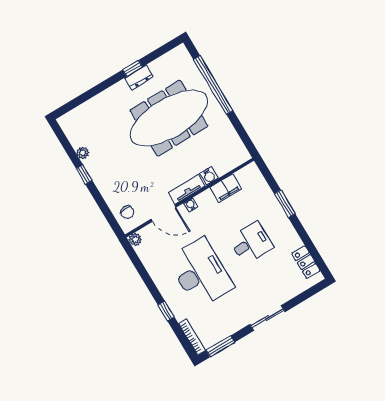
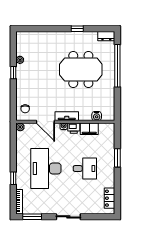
dresser: (139, 77) -> (106, 36), moved
meeting table: (169, 118) -> (81, 69), width x0.73
water cooler: (209, 176) -> (97, 116), moved
printer: (205, 199) -> (74, 128), added
desk: (201, 273) -> (46, 169), turned 180

